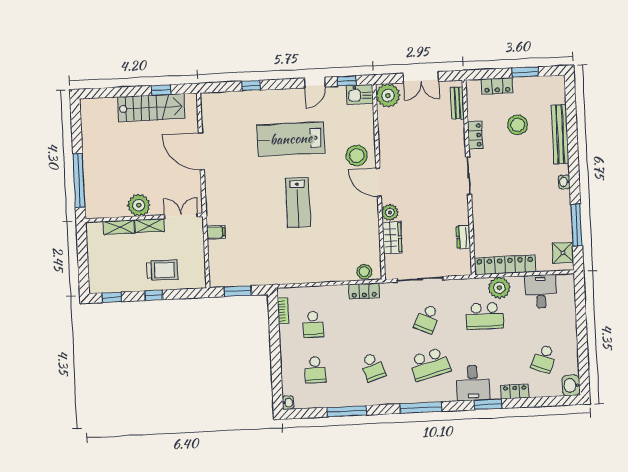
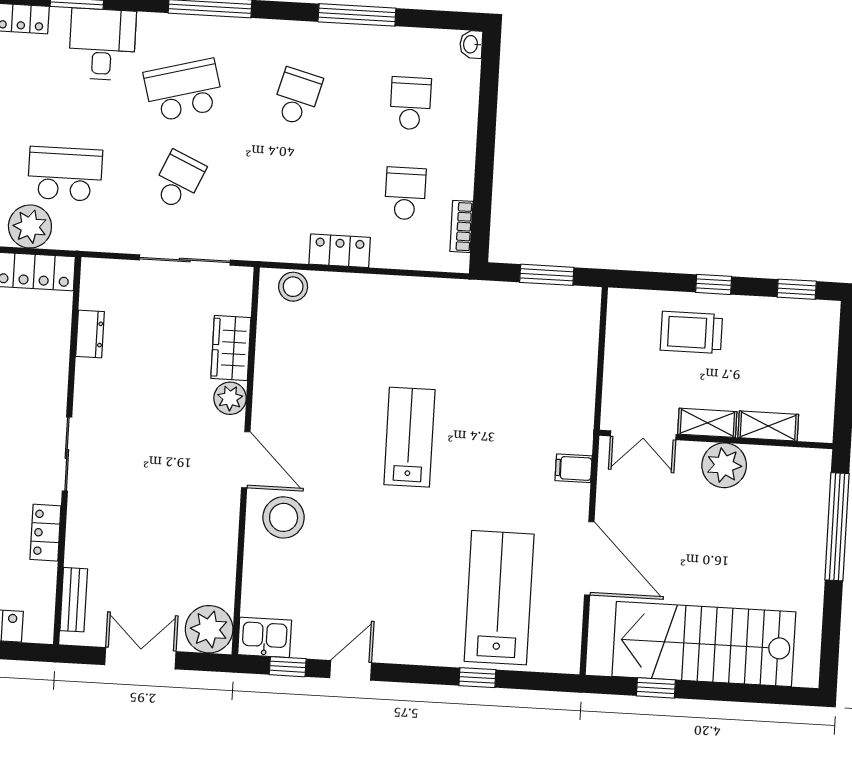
stairs: (151, 108) -> (704, 644), width x1.36, depth x1.51
lab bench: (291, 139) -> (499, 598), moved, turned -90
filing cabinet: (216, 232) -> (574, 468), moved
locker: (364, 291) -> (340, 251), moved
school desk: (372, 367) -> (297, 97), turned 33

